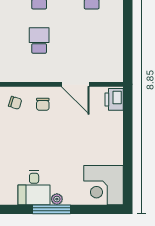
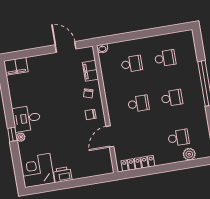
locker: (116, 54) -> (138, 163), added
printer: (114, 99) -> (63, 175), moved
window: (52, 209) -> (12, 134), width x0.46

